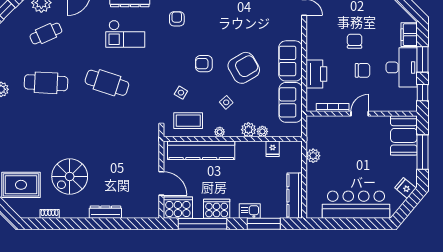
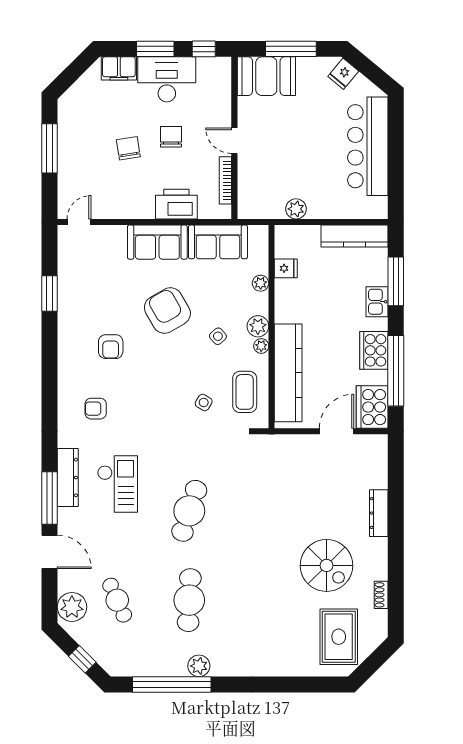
chair: (355, 41) -> (128, 148), turned 81
armchair: (204, 64) -> (111, 347), moved
plant: (248, 130) -> (258, 326), moved

